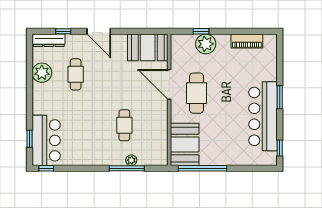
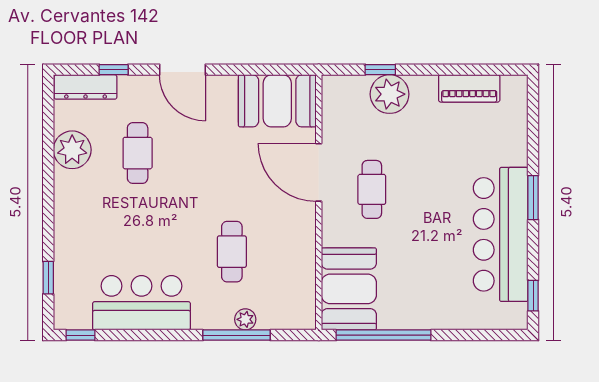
cafe table: (197, 93) -> (372, 189), width x0.73, depth x0.74
bar counter: (46, 140) -> (141, 303), moved, turned -90

